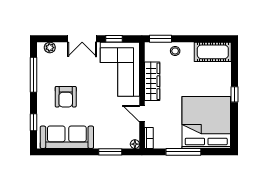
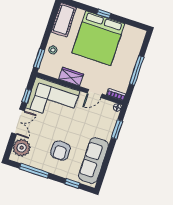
plant: (50, 48) -> (22, 148), width x1.88, depth x1.88
wardrobe: (152, 81) -> (71, 77), width x0.67
armchair: (66, 97) -> (60, 151), turned 90
bed: (206, 122) -> (98, 38), moved, turned -90

